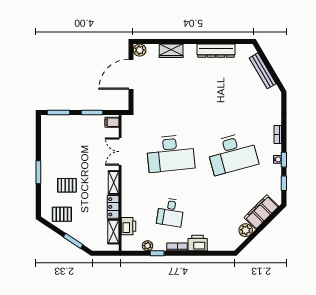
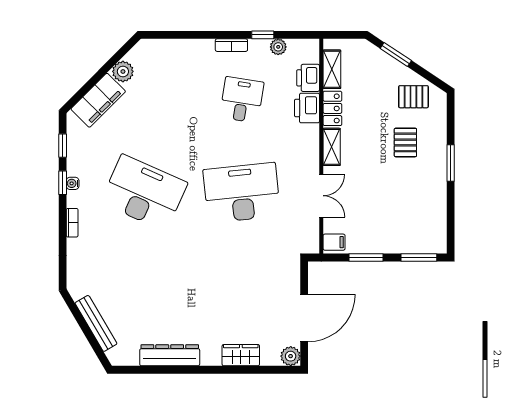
desk: (232, 153) -> (144, 193), turned 39
pallet: (67, 185) -> (405, 142), turned 90
printer: (198, 243) -> (307, 108), moved, turned 90

